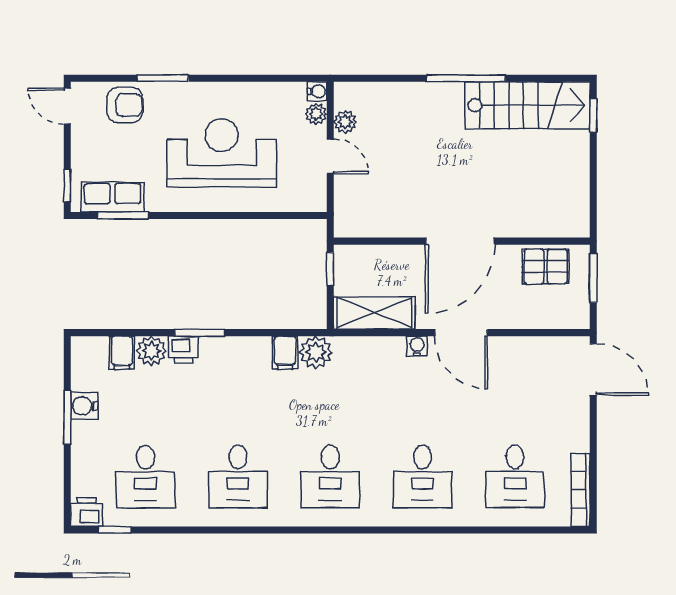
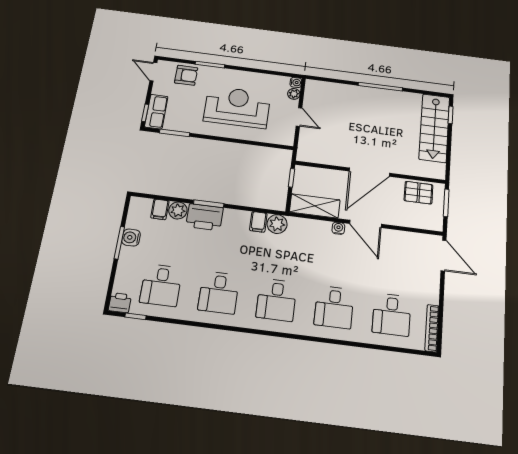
stairs: (527, 105) -> (434, 128), moved, turned 90
plant: (345, 122) -> (310, 100), removed
row of seats: (113, 197) -> (156, 112), moved, turned 90
printer: (183, 350) -> (205, 217), width x1.87, depth x1.48

